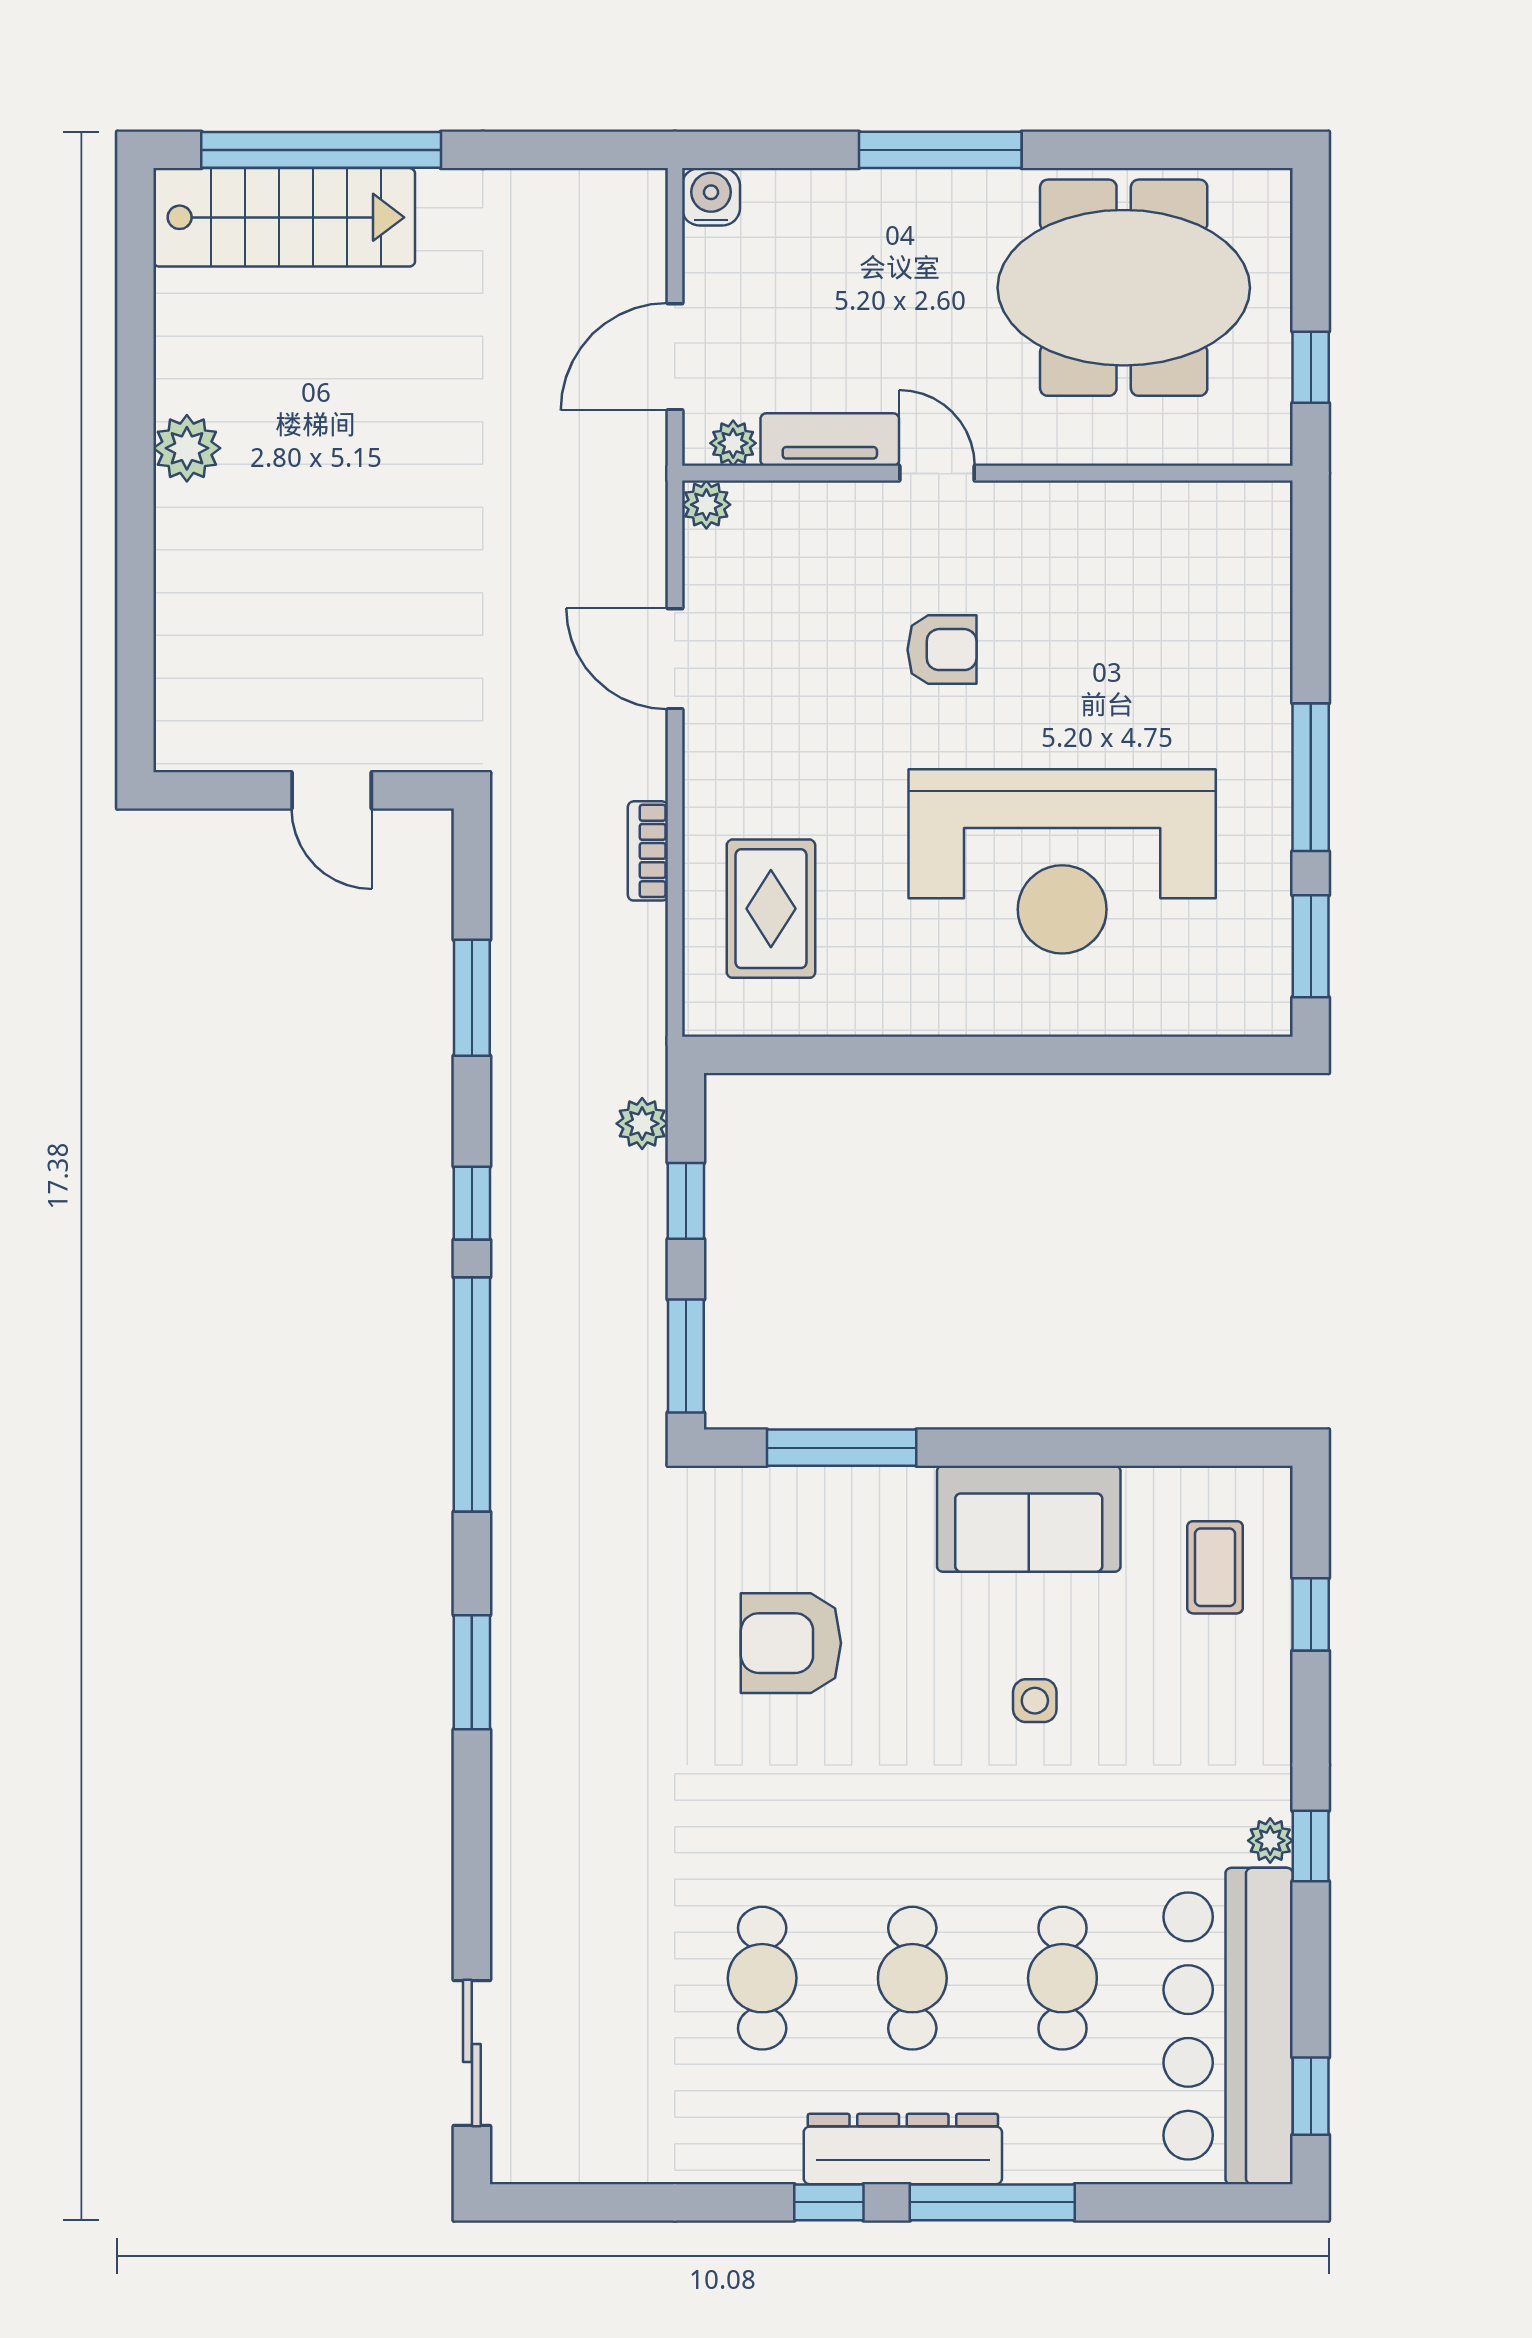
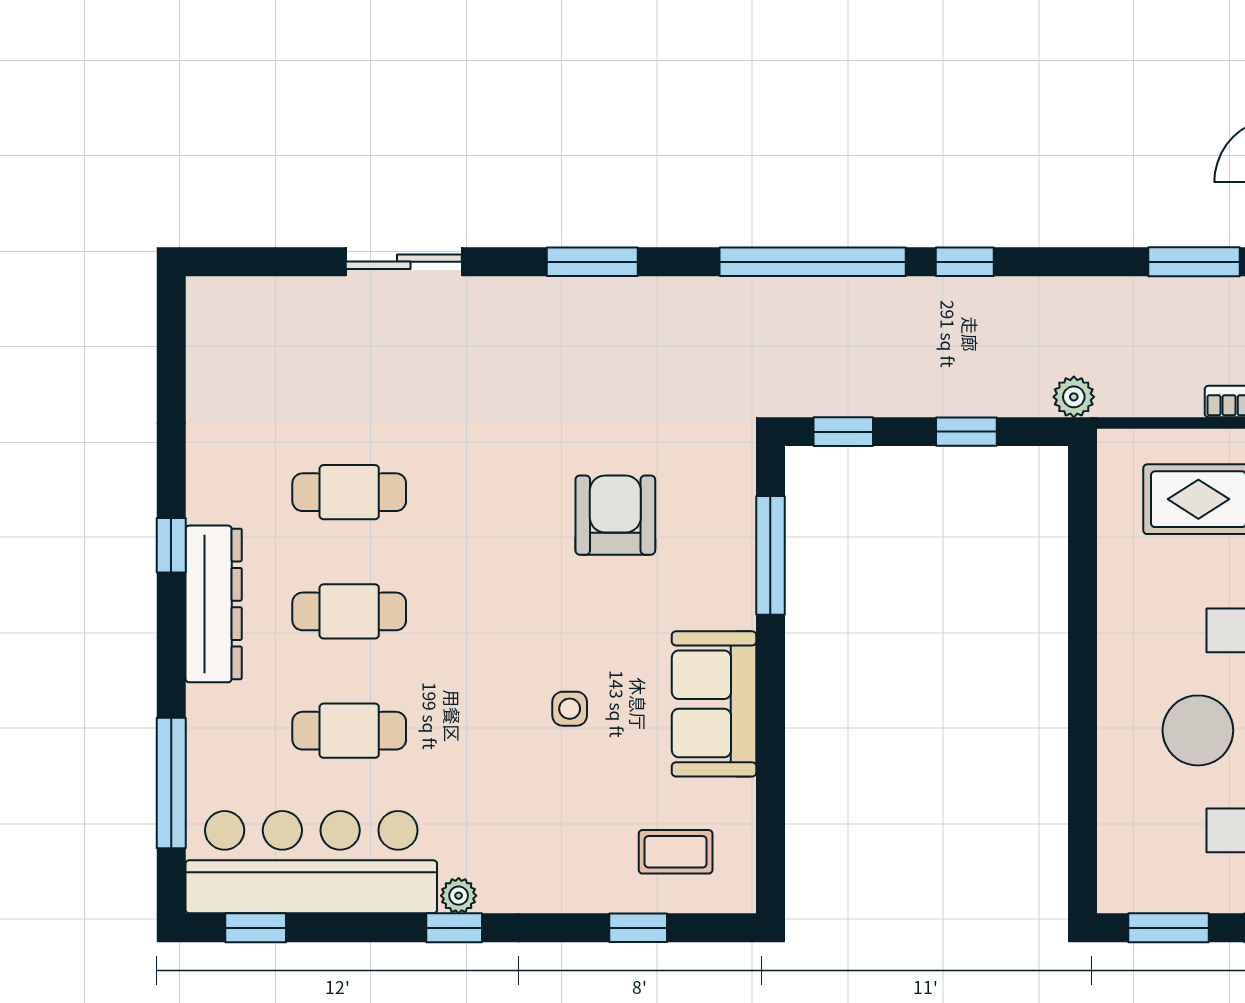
window: (472, 998) -> (1194, 262), moved
plant: (642, 1124) -> (1074, 397), moved
window: (686, 1356) -> (843, 432), width x0.67
sliding door: (472, 2053) -> (404, 262), moved
window: (992, 2202) -> (171, 783), moved

